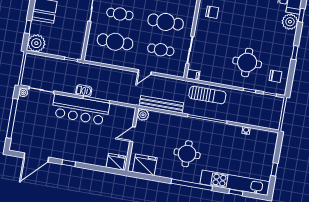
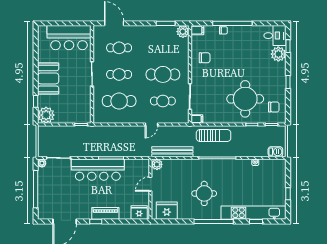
round table: (247, 62) -> (245, 99), width x1.36, depth x1.36
barbecue: (84, 91) -> (275, 152), moved
piano: (80, 156) -> (105, 213), added

